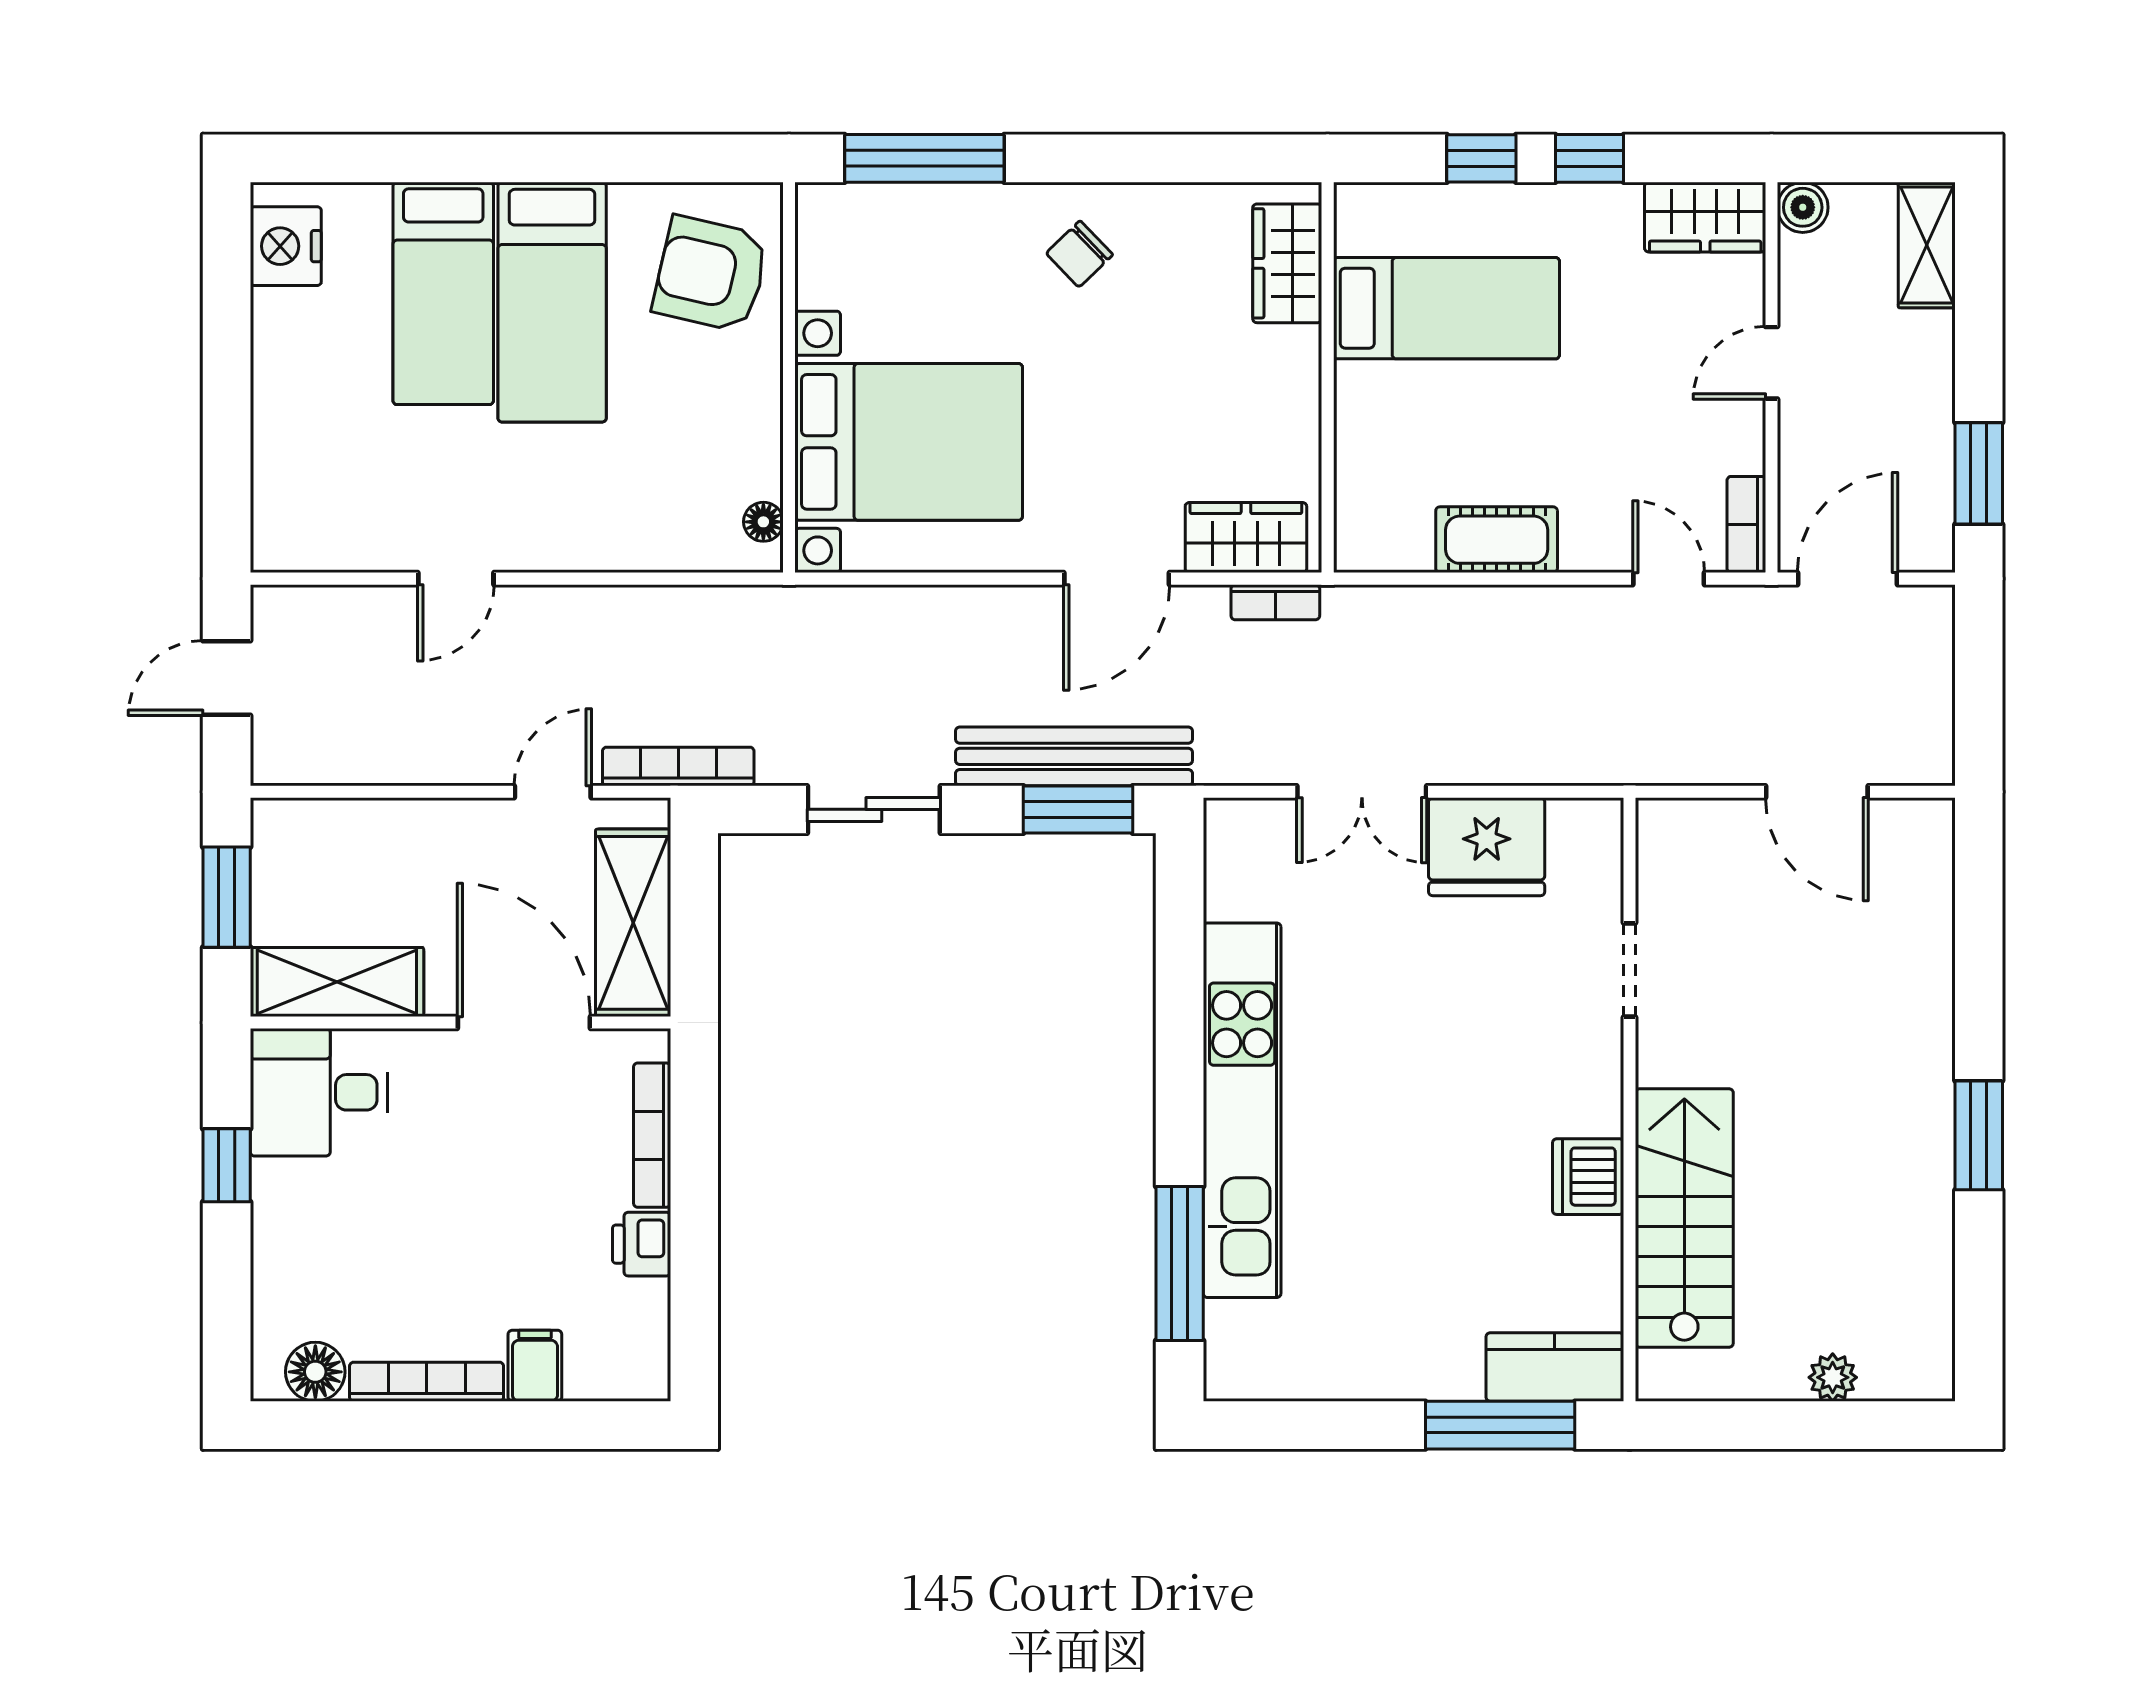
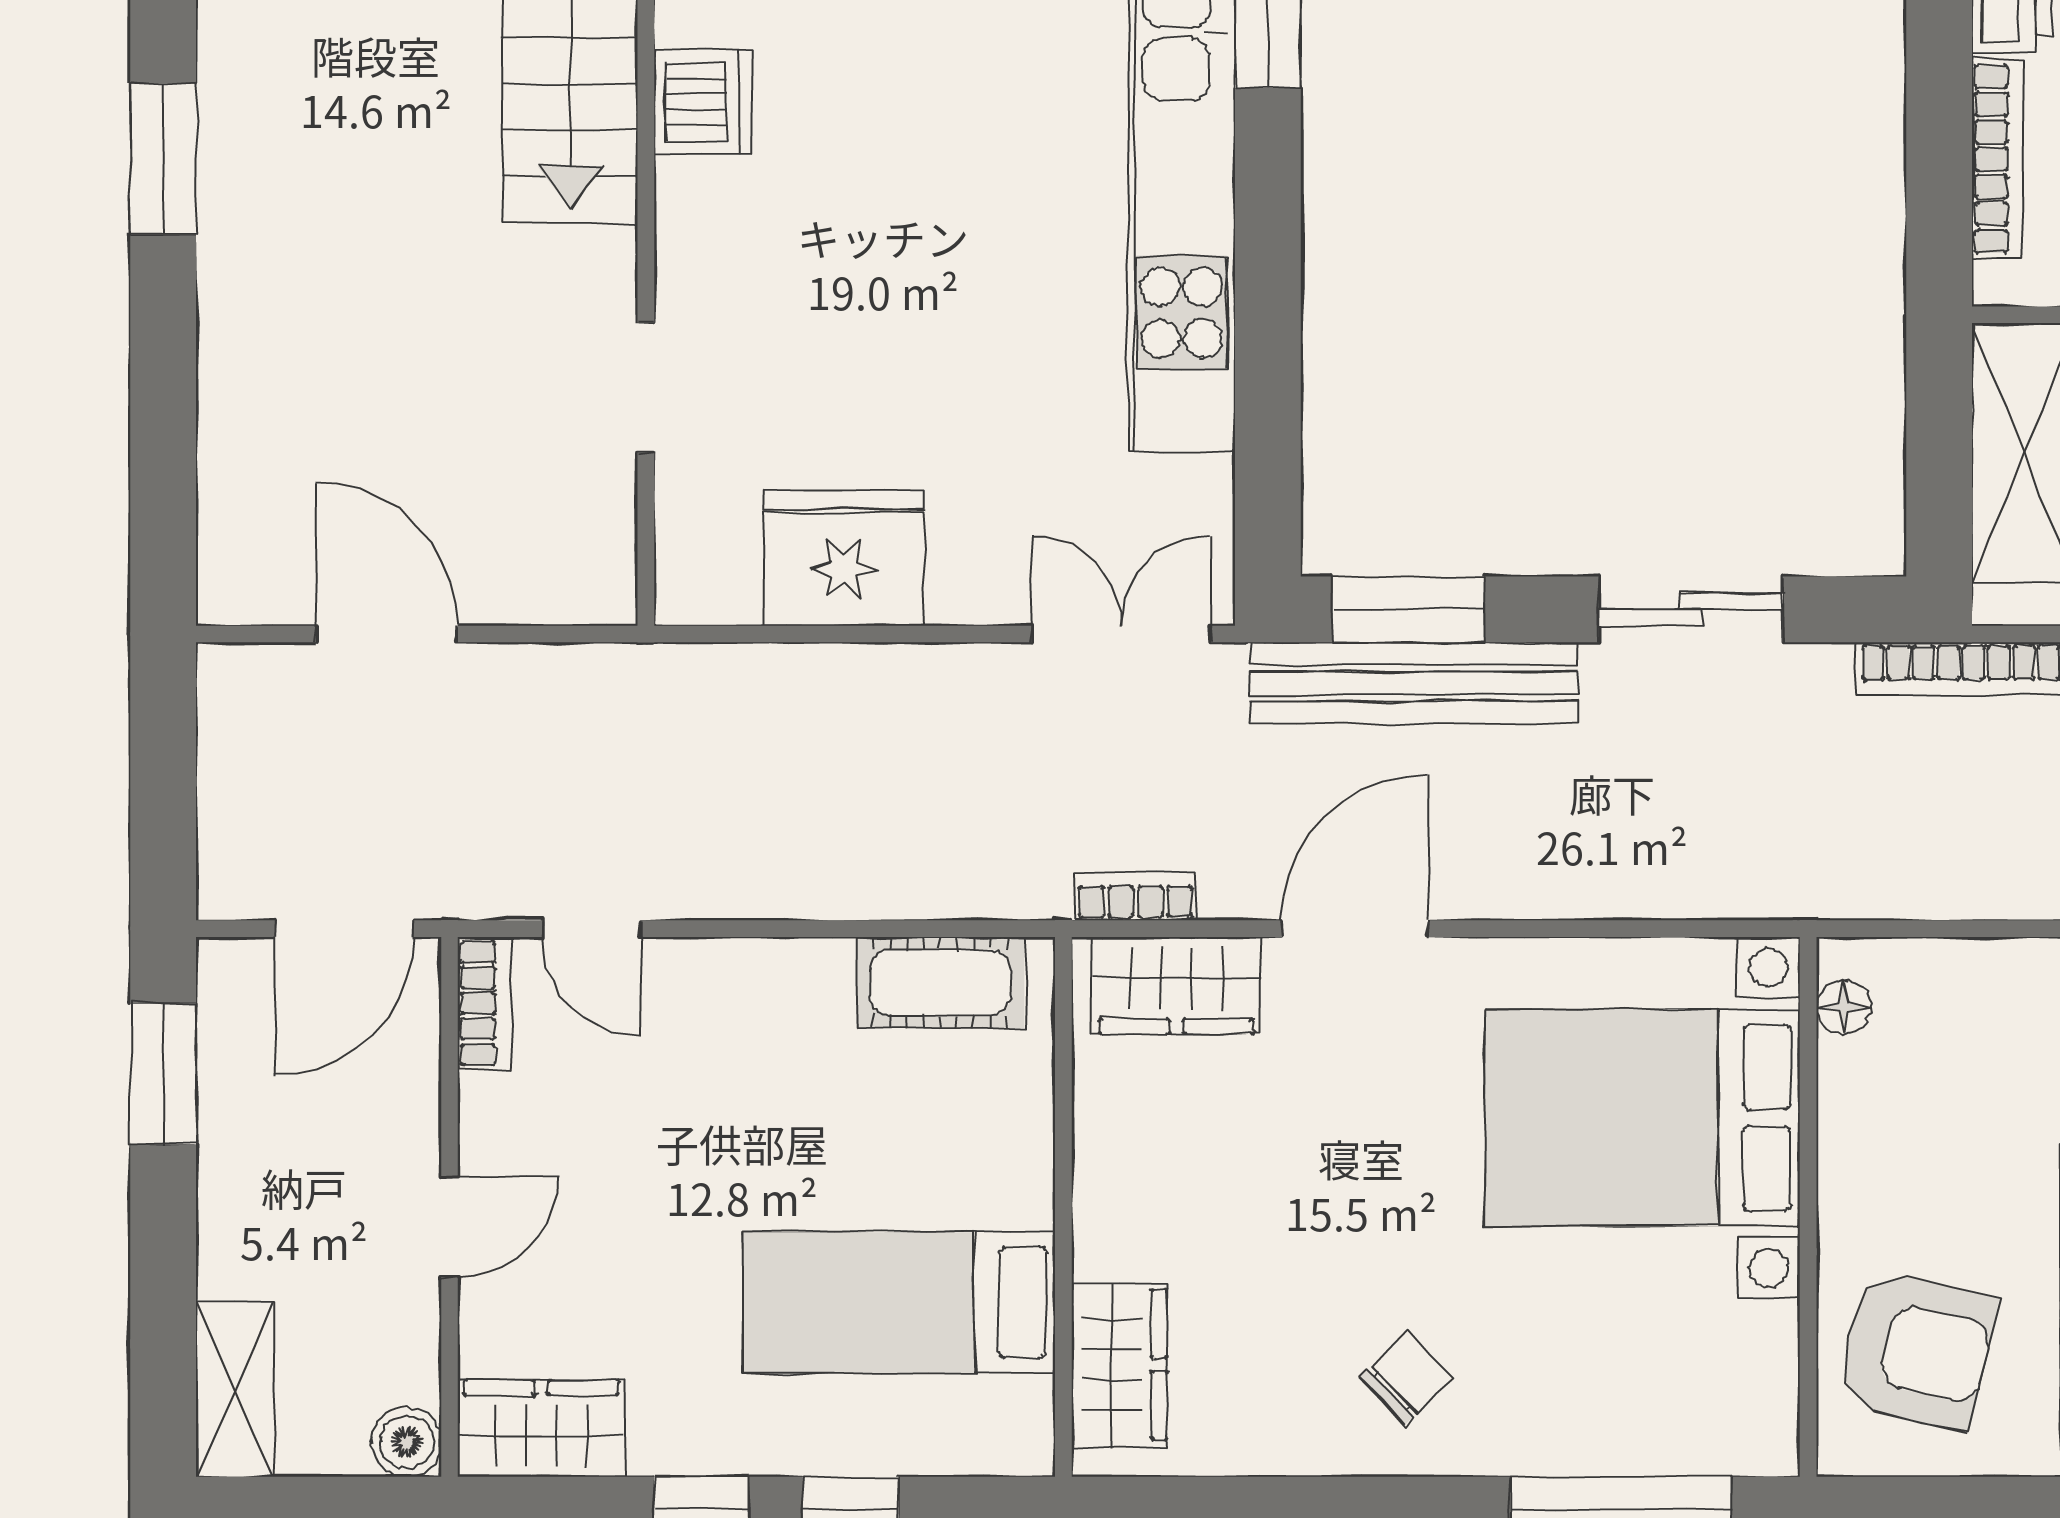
cot: (1497, 540) -> (940, 982), moved
double door: (1362, 792) -> (1121, 634), moved

